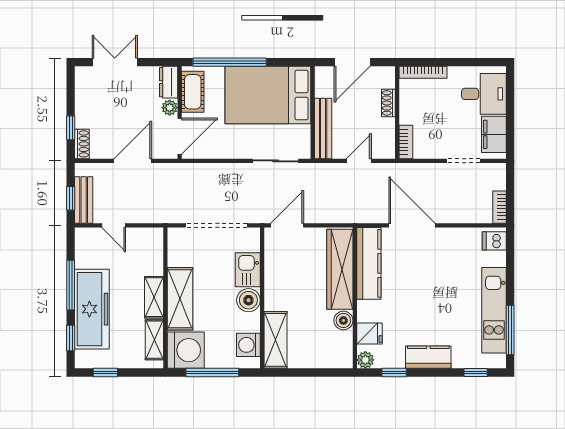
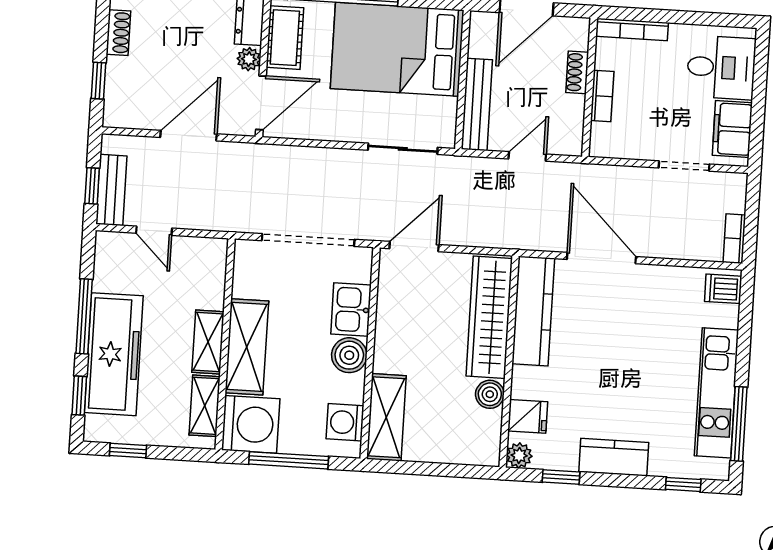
bookcase: (406, 142) -> (602, 96), moved
shoe rack: (82, 144) -> (118, 33), moved

